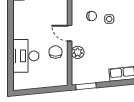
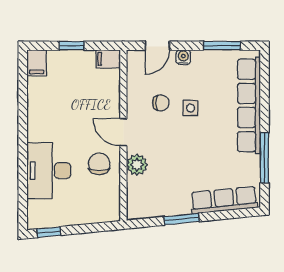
window: (86, 86) -> (181, 219), moved
window: (26, 92) -> (49, 232), added

